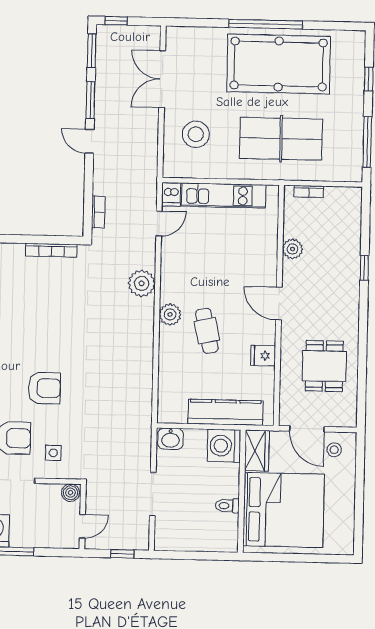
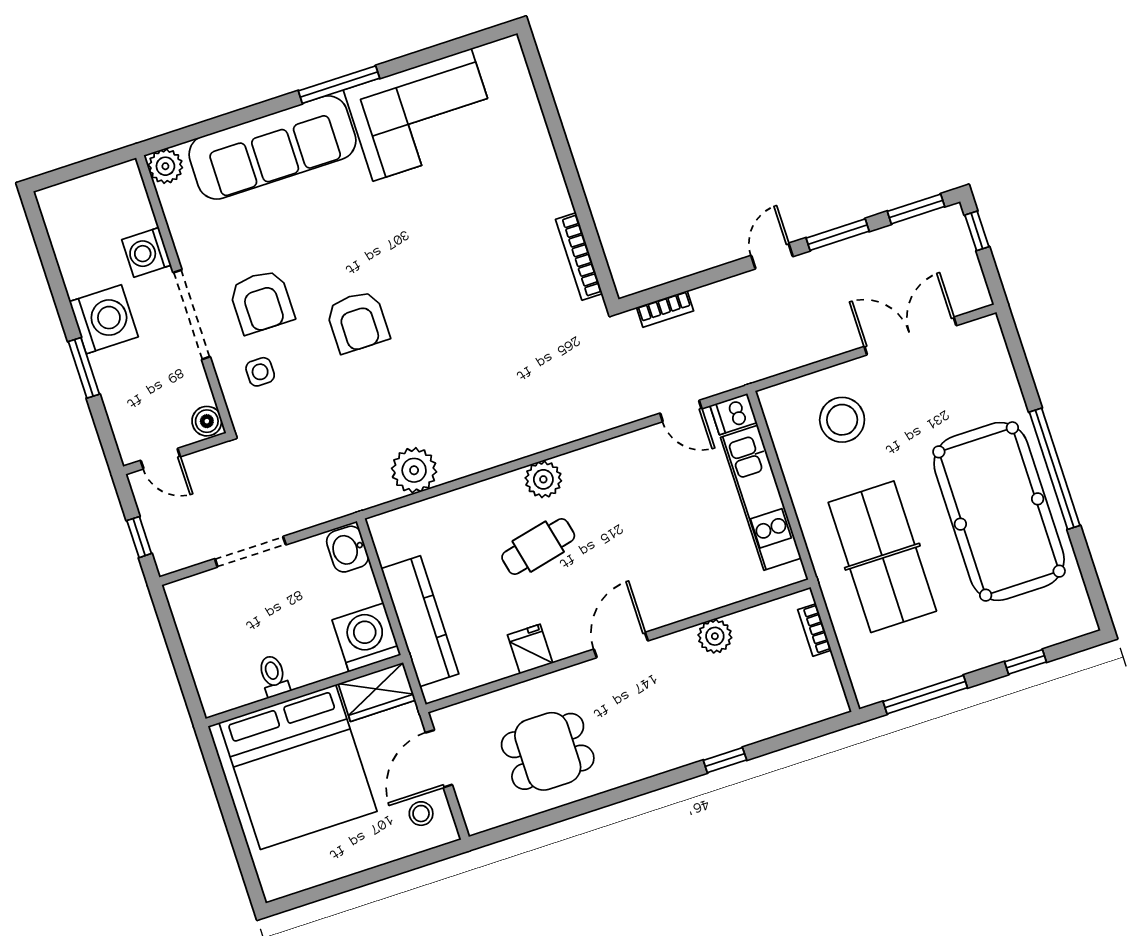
plant: (142, 283) -> (414, 470), moved

